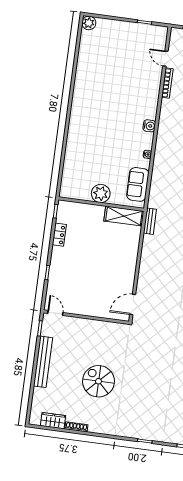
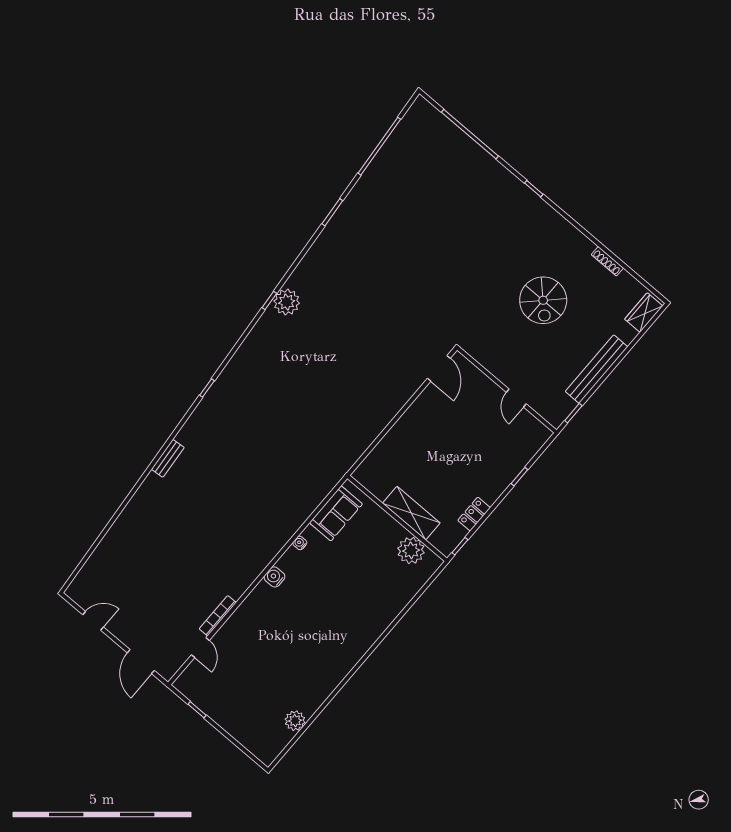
plant: (89, 23) -> (295, 721), moved
plant: (101, 193) -> (411, 550), moved
shelving: (124, 216) -> (411, 513), moved
bench: (150, 221) -> (350, 458), removed
door: (133, 304) -> (439, 368), hinge flipped
door: (55, 313) -> (516, 398), moved
wardrobe: (53, 421) -> (644, 313), moved, turned 90

